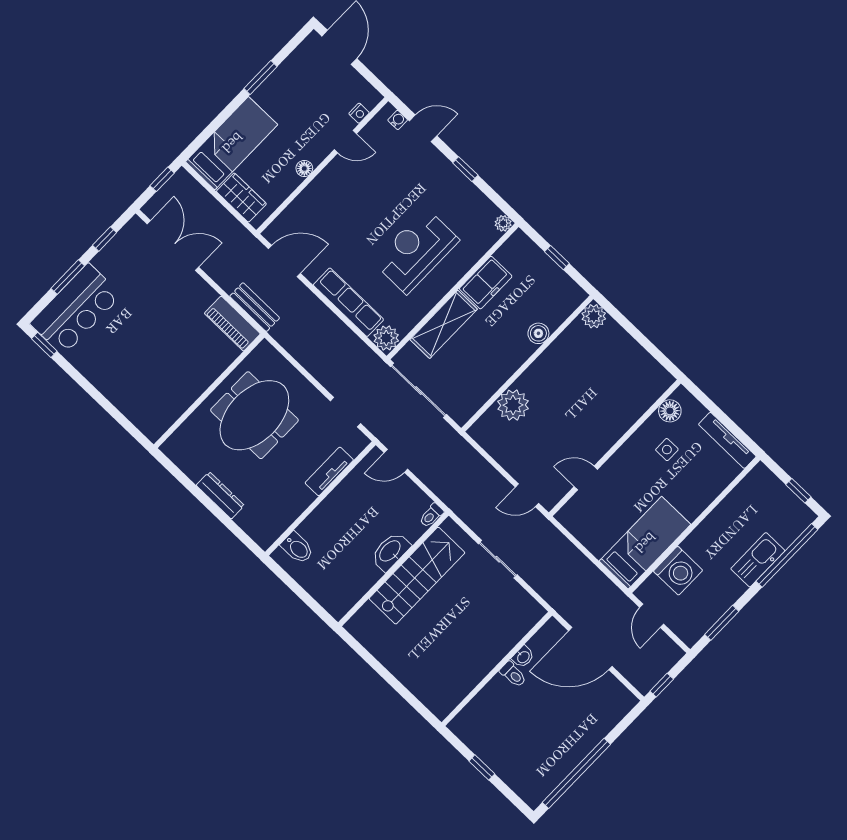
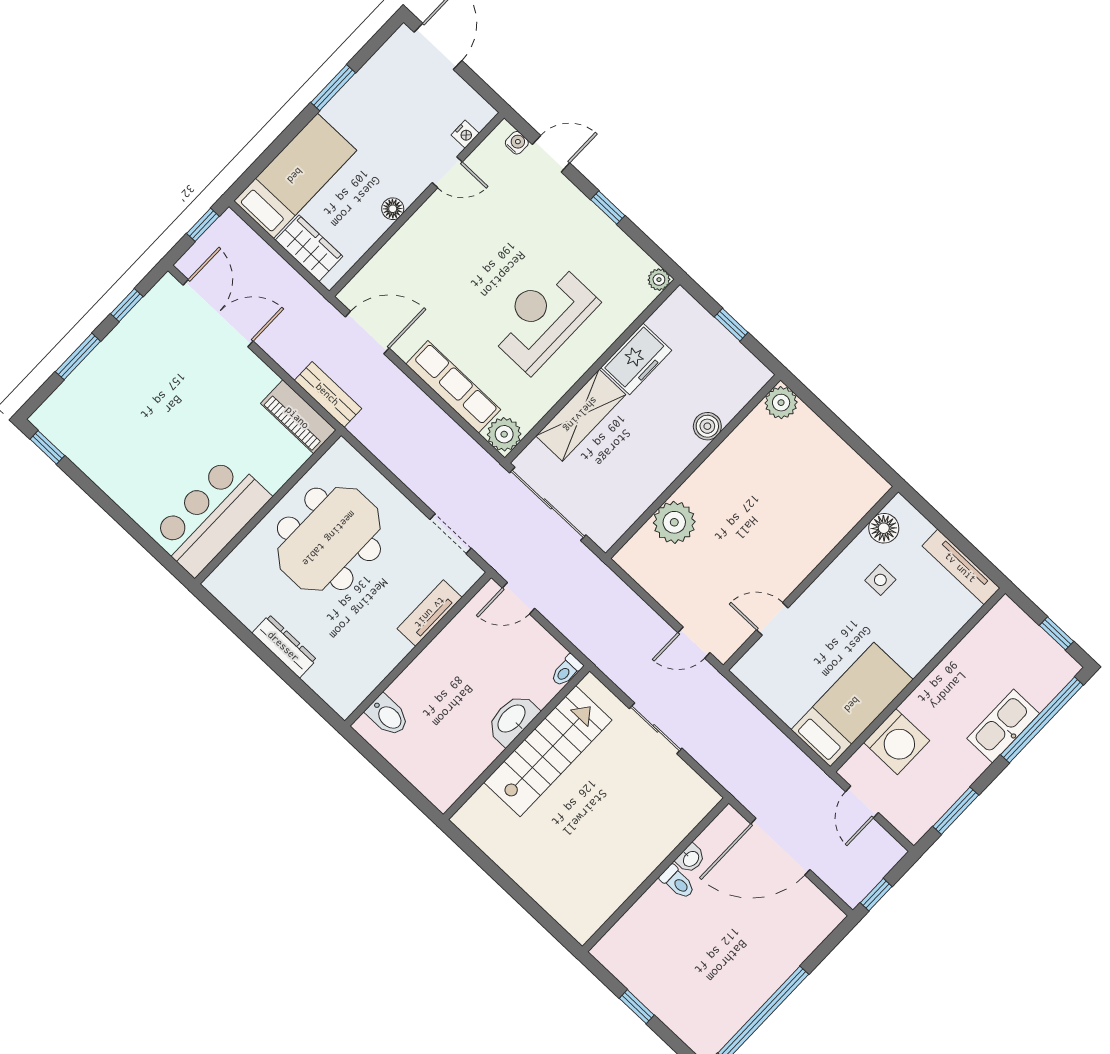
bar counter: (76, 309) -> (211, 516), moved, turned 180

